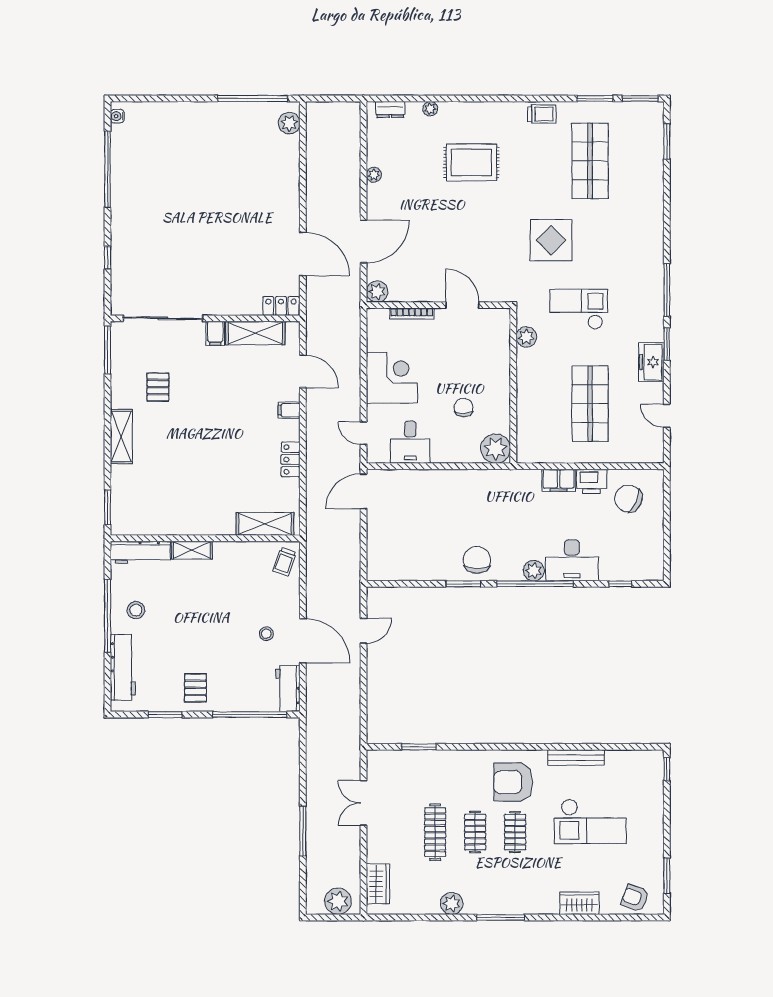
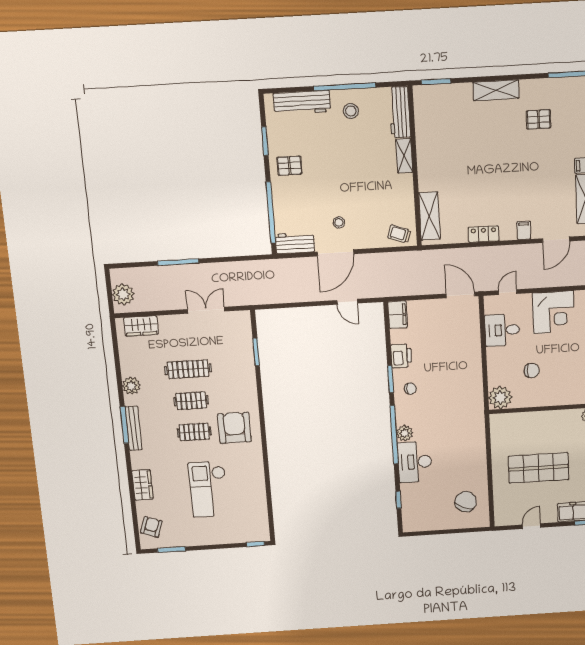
filing cabinet: (559, 480) -> (398, 315), moved, turned 180
printer: (592, 481) -> (401, 356), moved, turned 180
chair: (477, 560) -> (410, 389), width x0.54, depth x0.54
bench: (576, 758) -> (133, 428), moved

